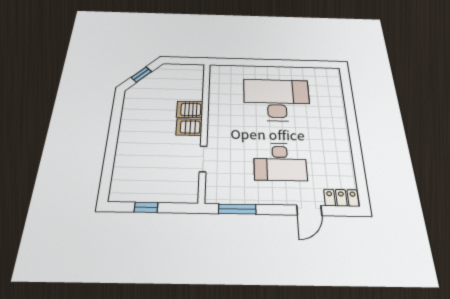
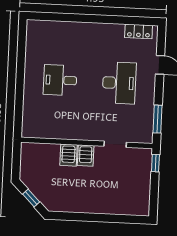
desk: (277, 100) -> (60, 80), width x0.53, depth x0.77
locker: (341, 198) -> (139, 31), moved, turned -90
window: (146, 207) -> (155, 163), moved

